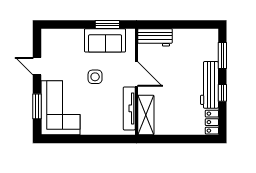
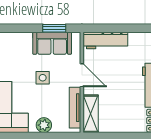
workbench: (155, 37) -> (105, 40), width x1.37
plant: (96, 127) -> (44, 125), added

